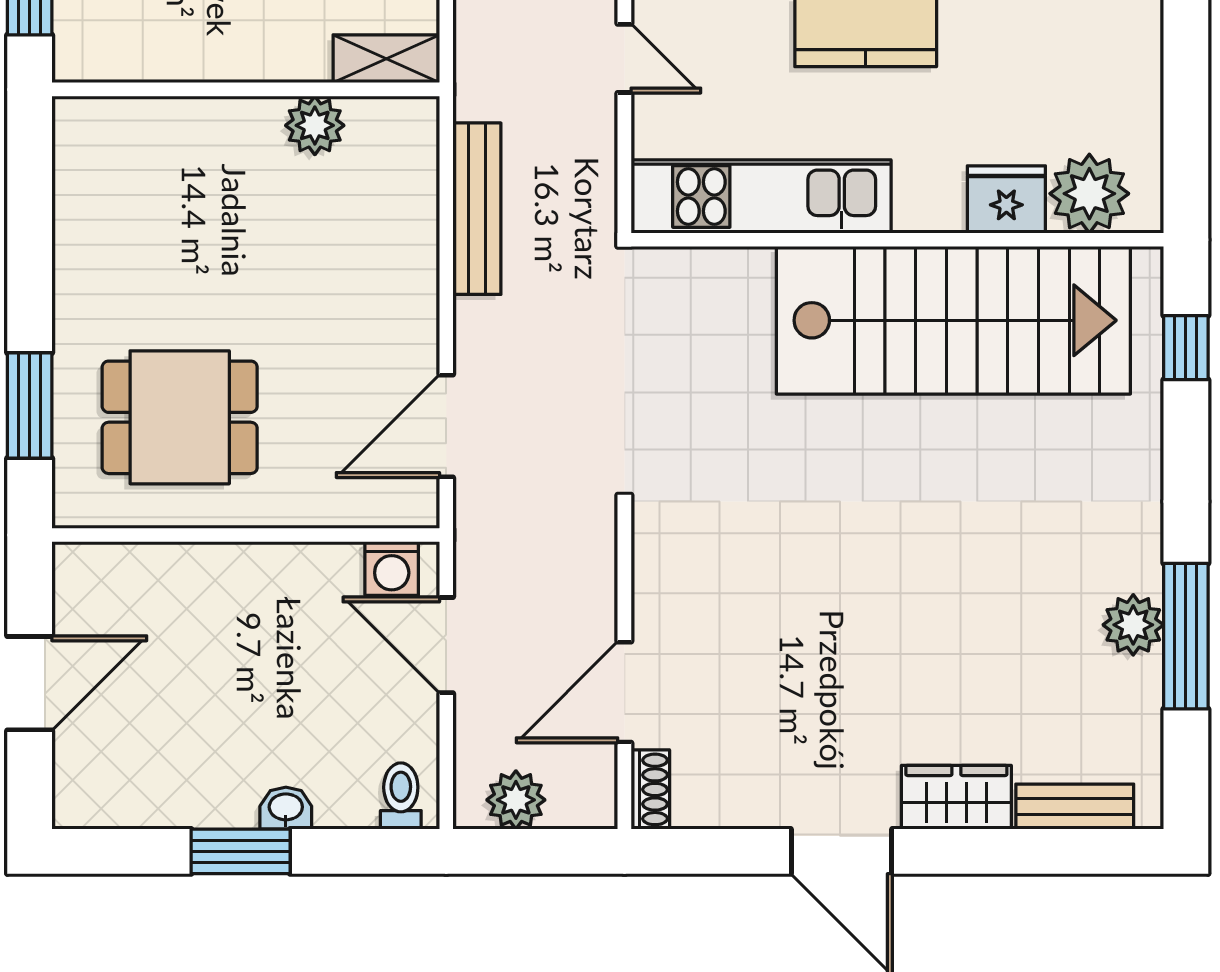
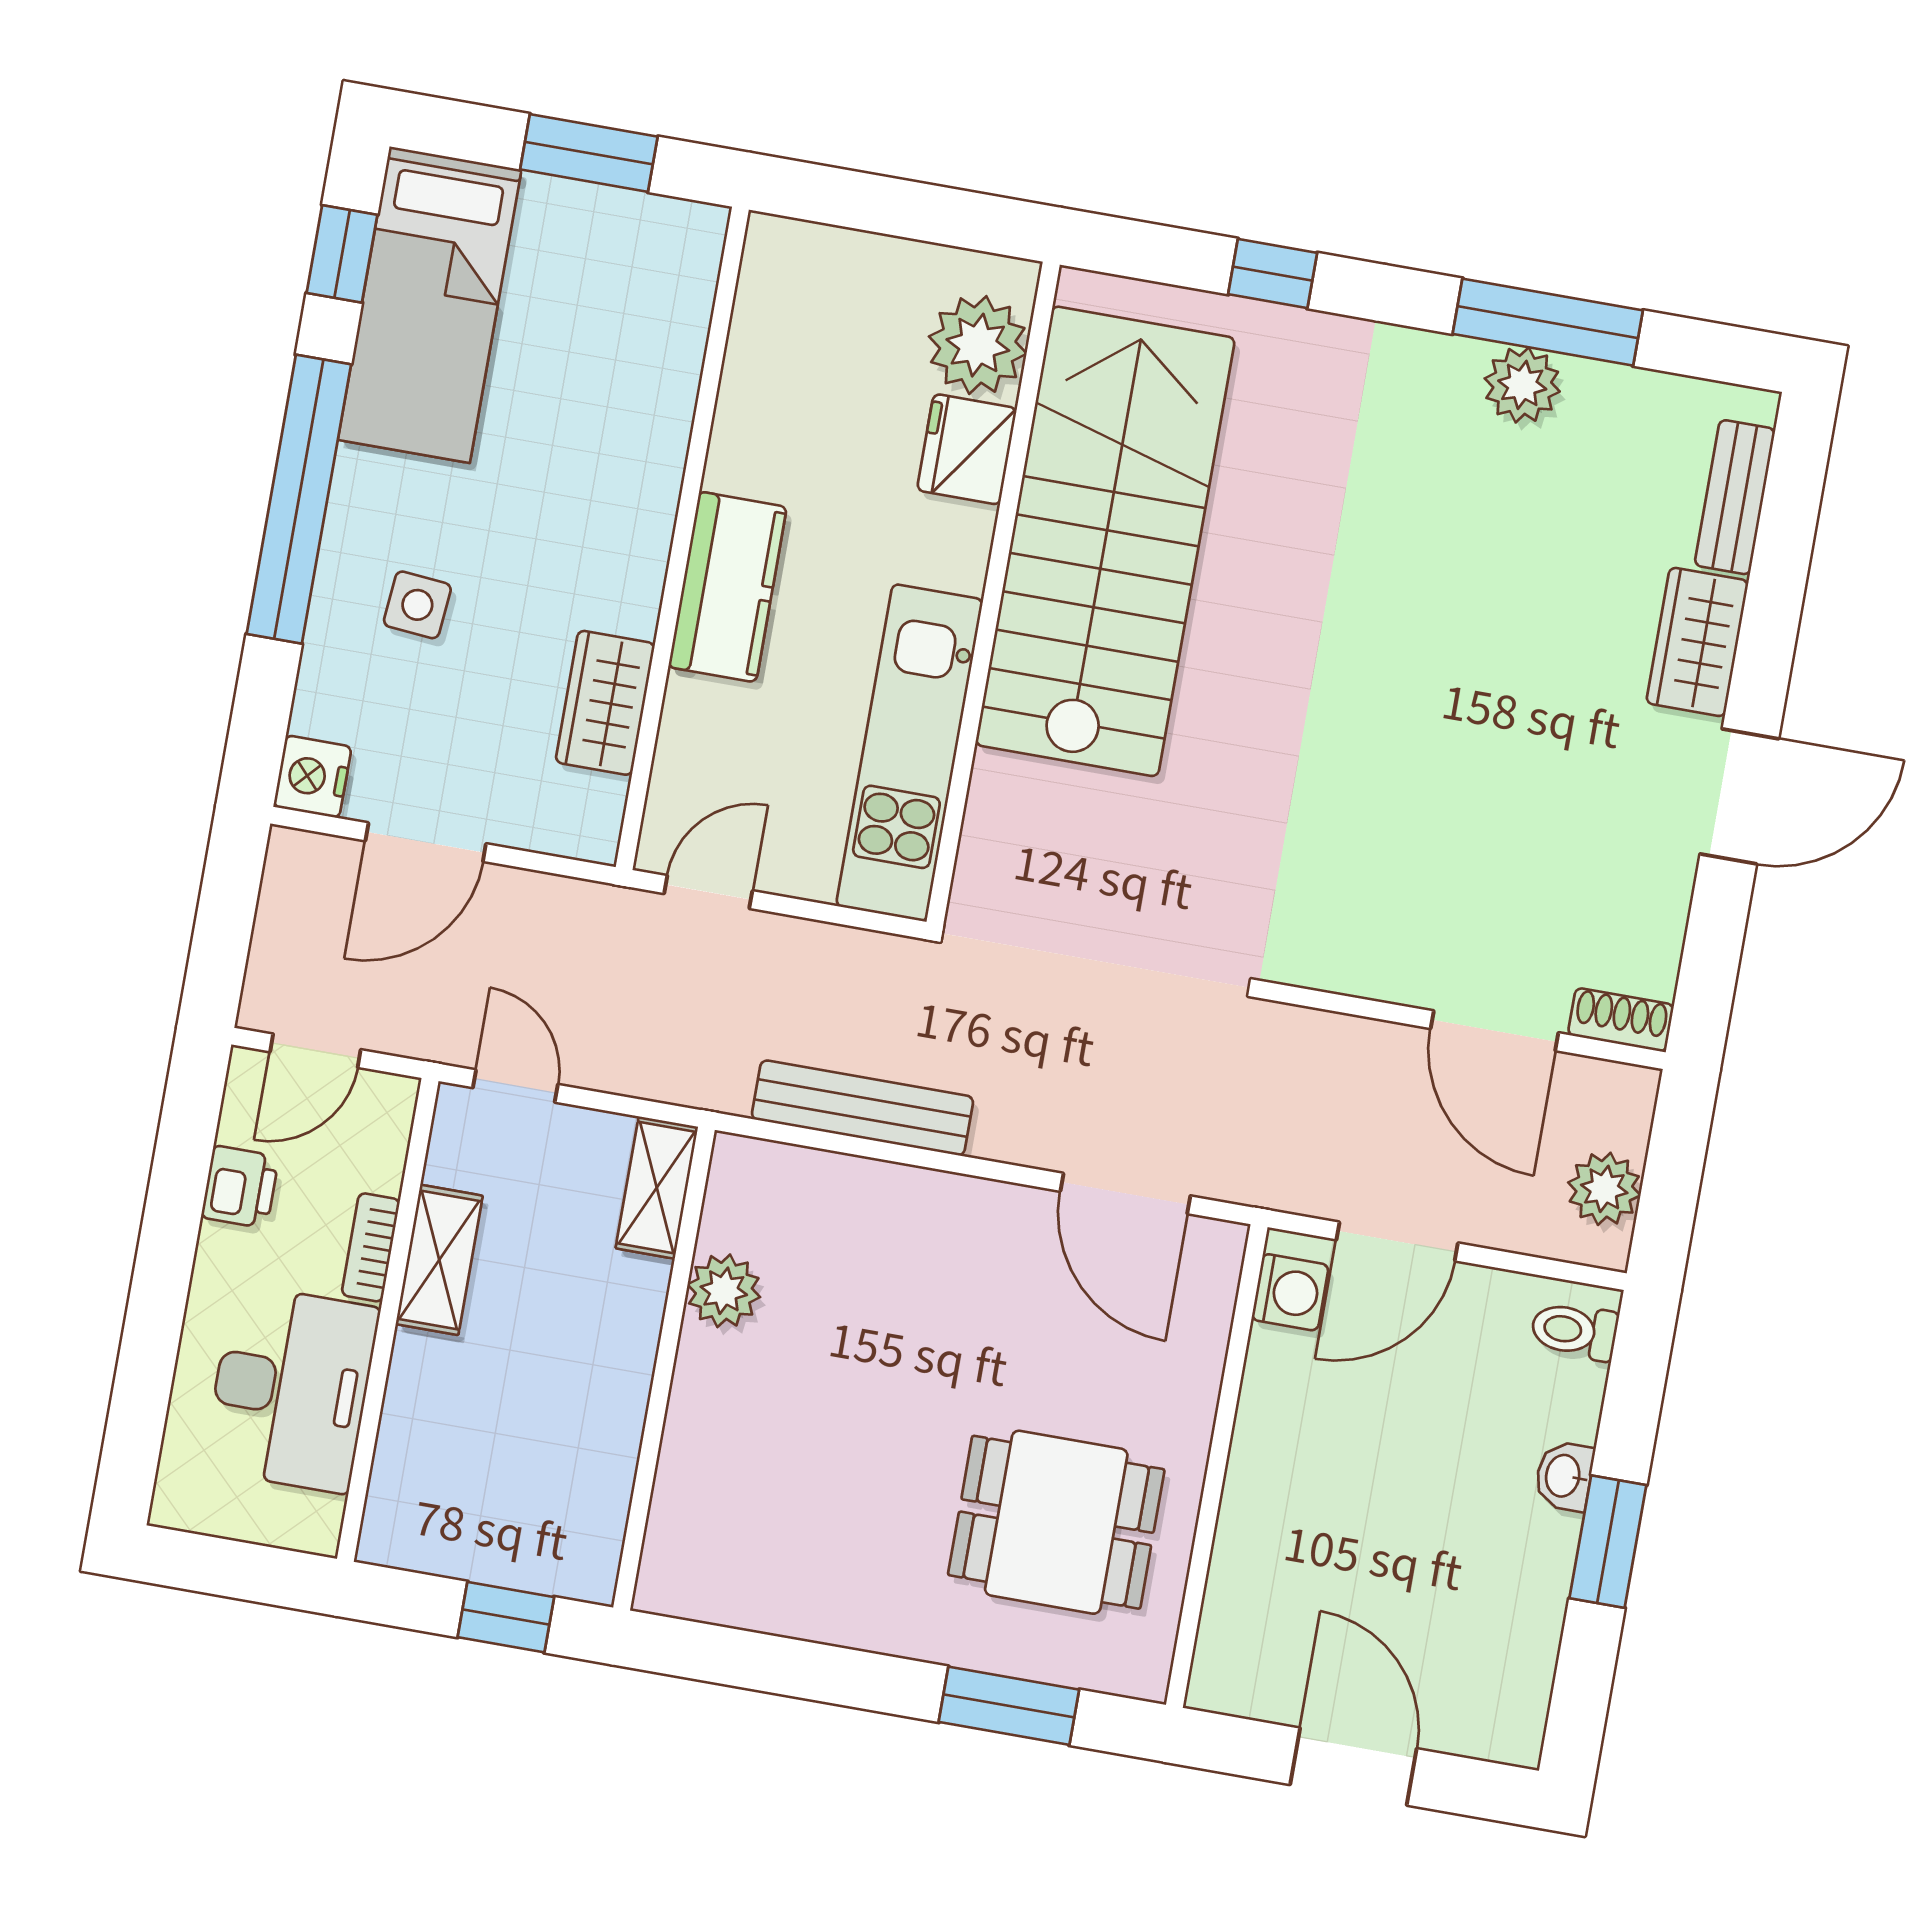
window: (1186, 348) -> (1273, 274), moved
dining table: (180, 417) -> (1056, 1522), turned 90

